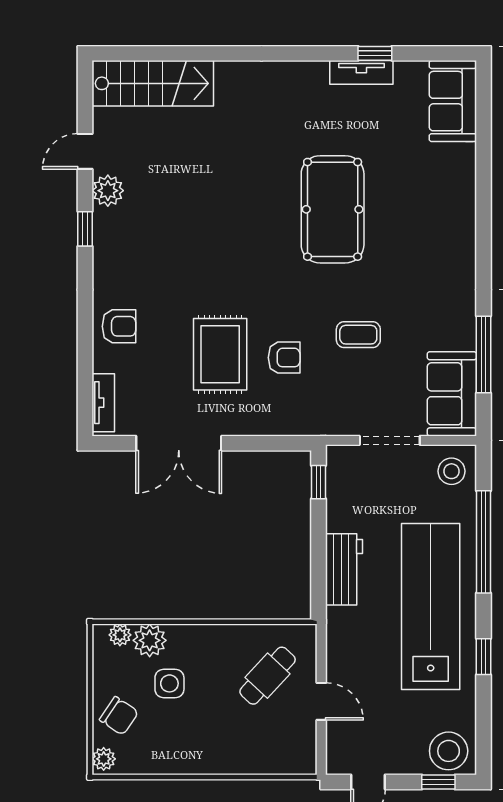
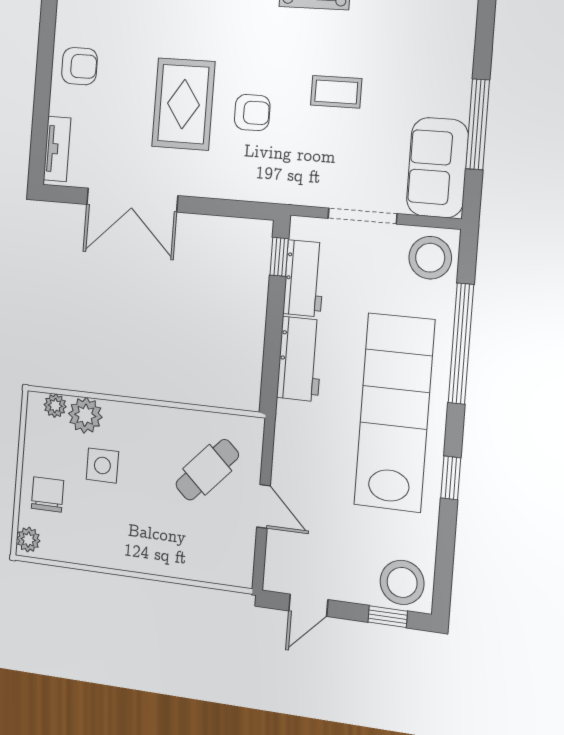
stool: (452, 471) -> (430, 258), width x1.38, depth x1.38
workbench: (342, 499) -> (304, 278), added
chair: (119, 716) -> (47, 494), turned -124

